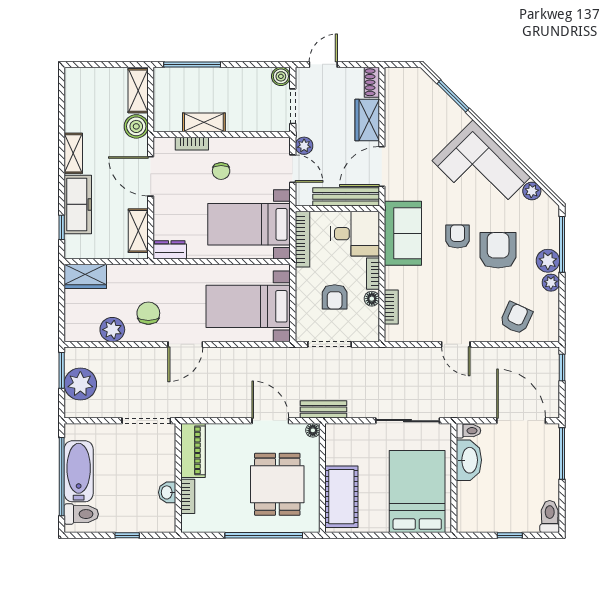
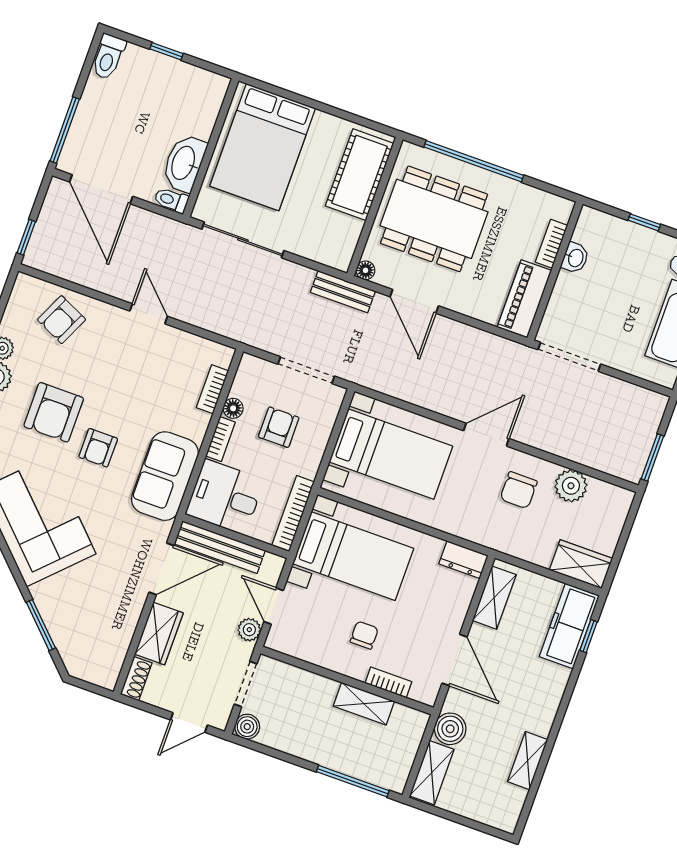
shelving: (73, 153) -> (528, 761), moved
freezer: (78, 204) -> (569, 626), moved
plant: (80, 384) -> (635, 432), removed
dining table: (277, 484) -> (434, 219), width x1.38

